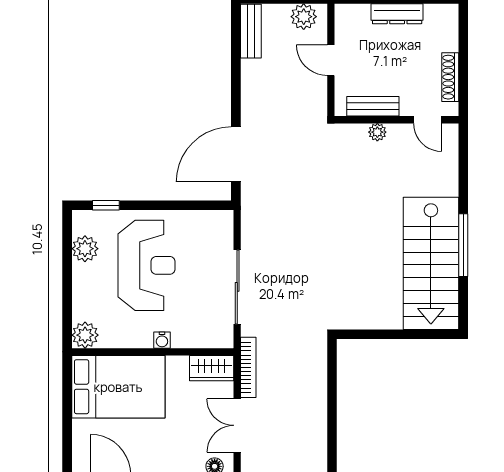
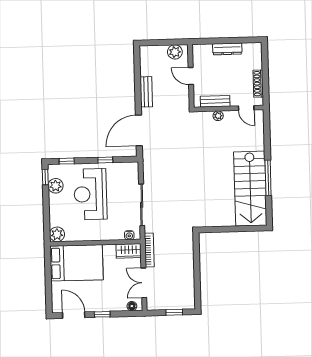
bench: (251, 31) -> (146, 92), moved
window: (175, 205) -> (105, 160), added
window: (67, 233) -> (45, 177), added
reception desk: (147, 265) -> (90, 194), turned 180
water cooler: (162, 340) -> (129, 235), moved

